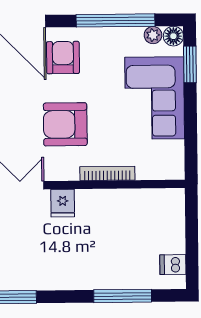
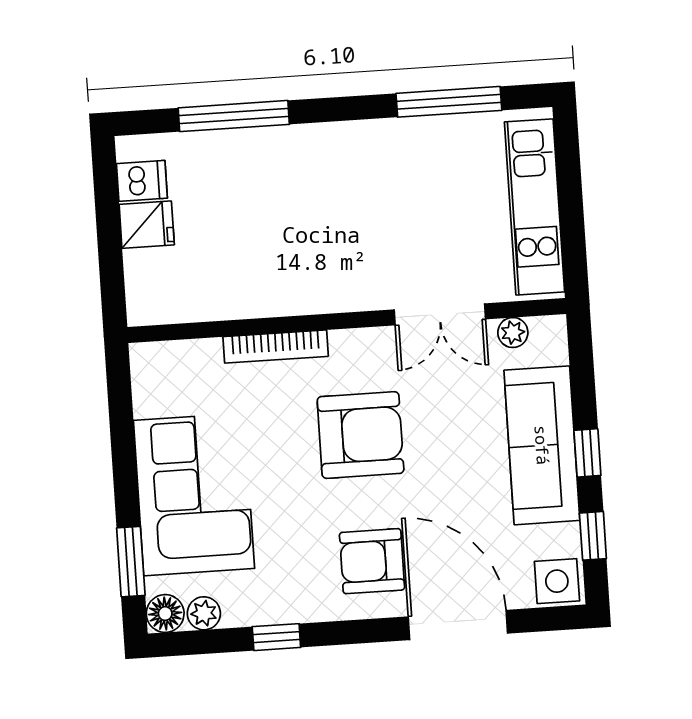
window: (115, 20) -> (276, 637), width x0.32
armchair: (63, 58) -> (372, 561), turned 90
fridge: (63, 203) -> (147, 225), moved, turned 90

